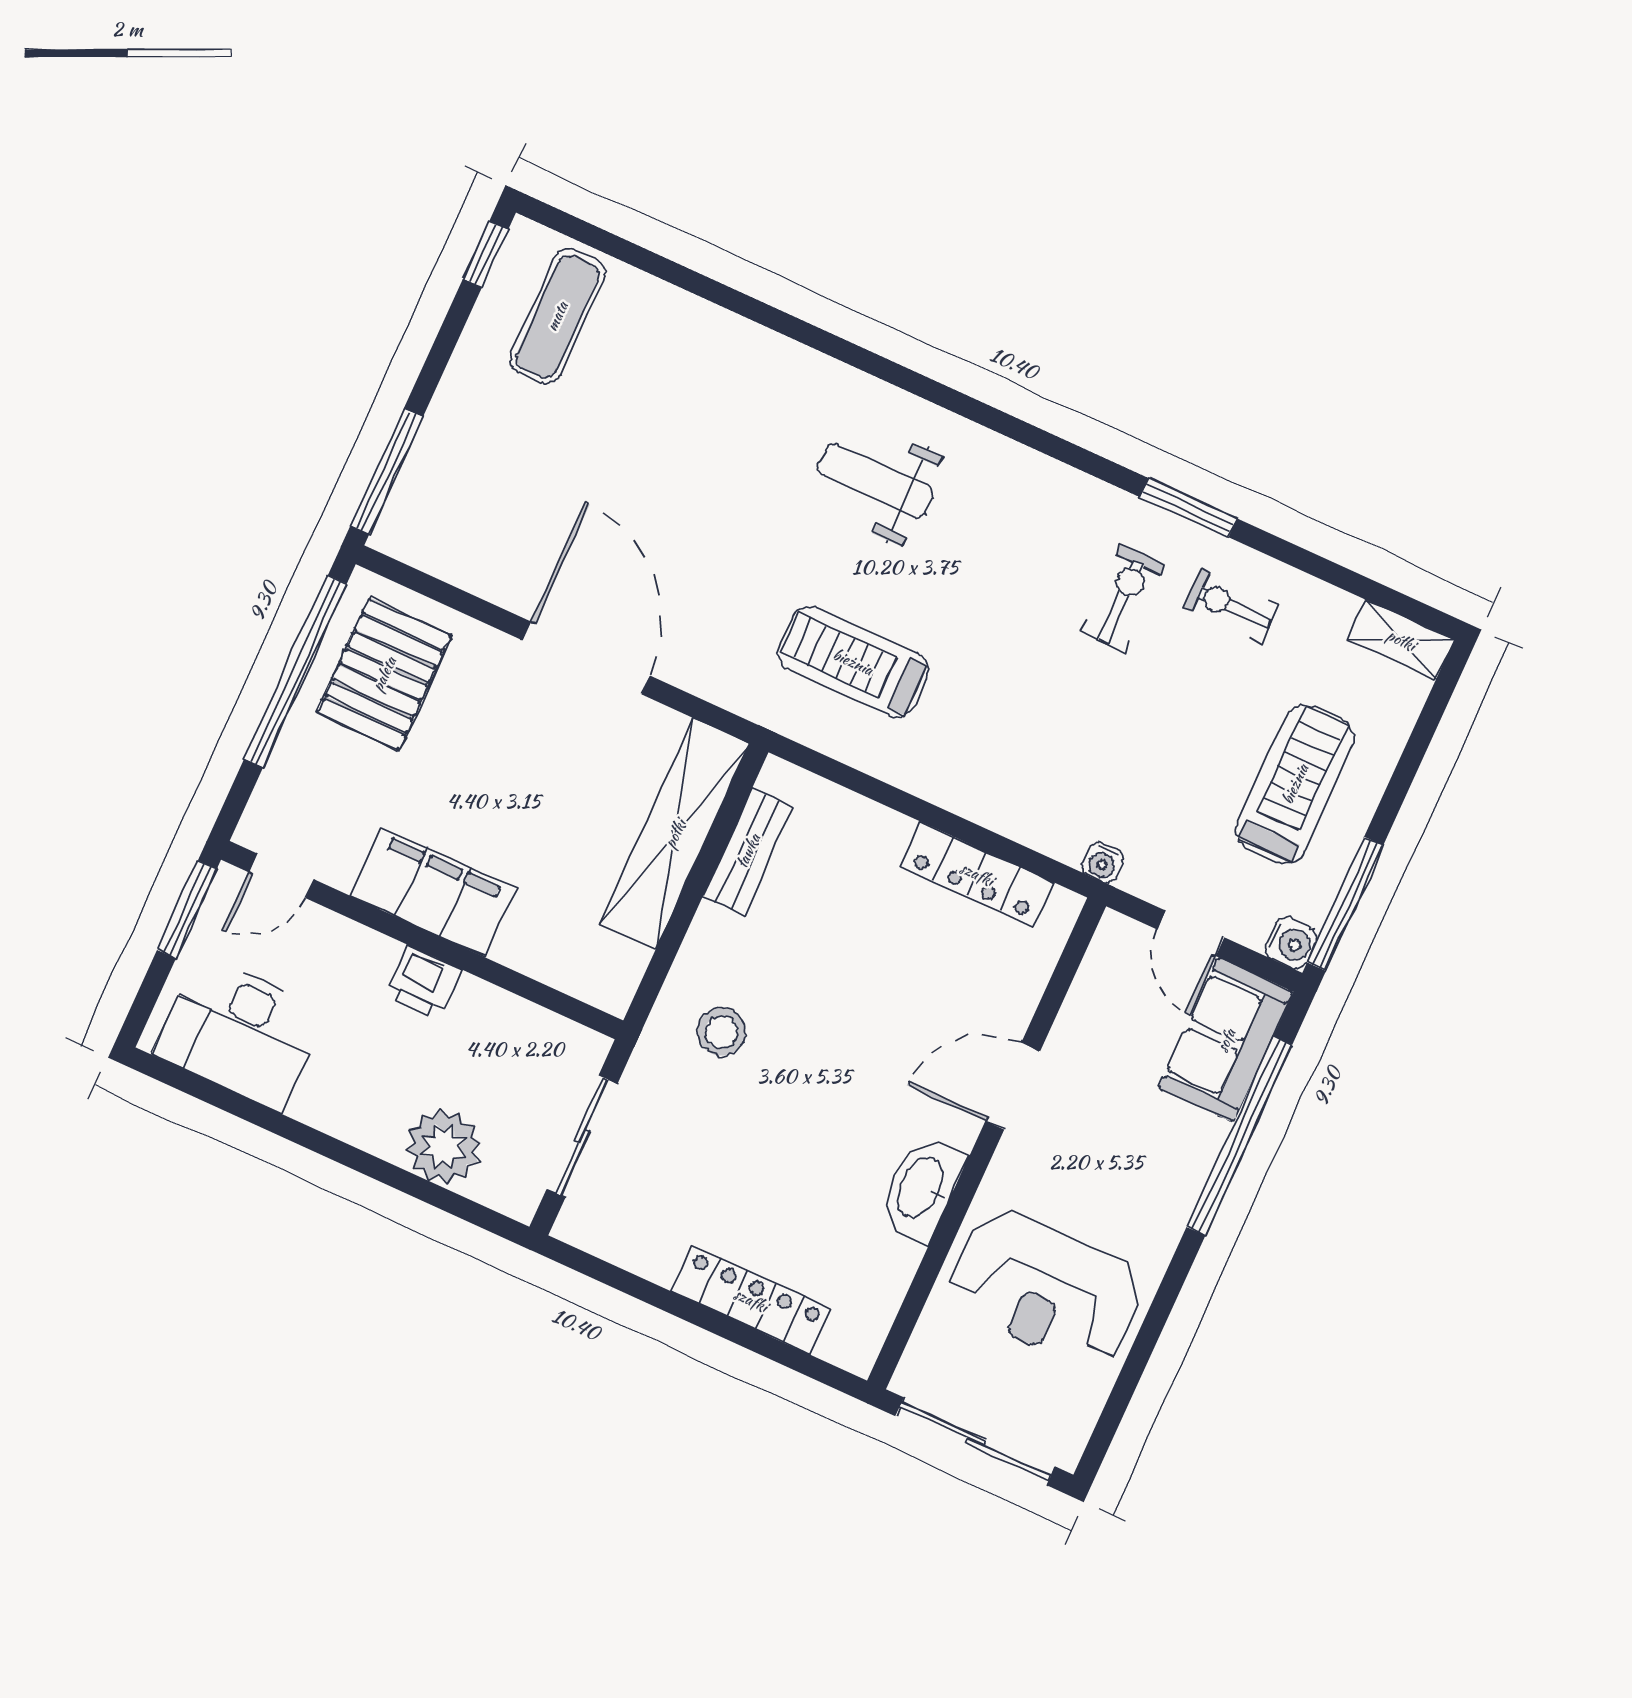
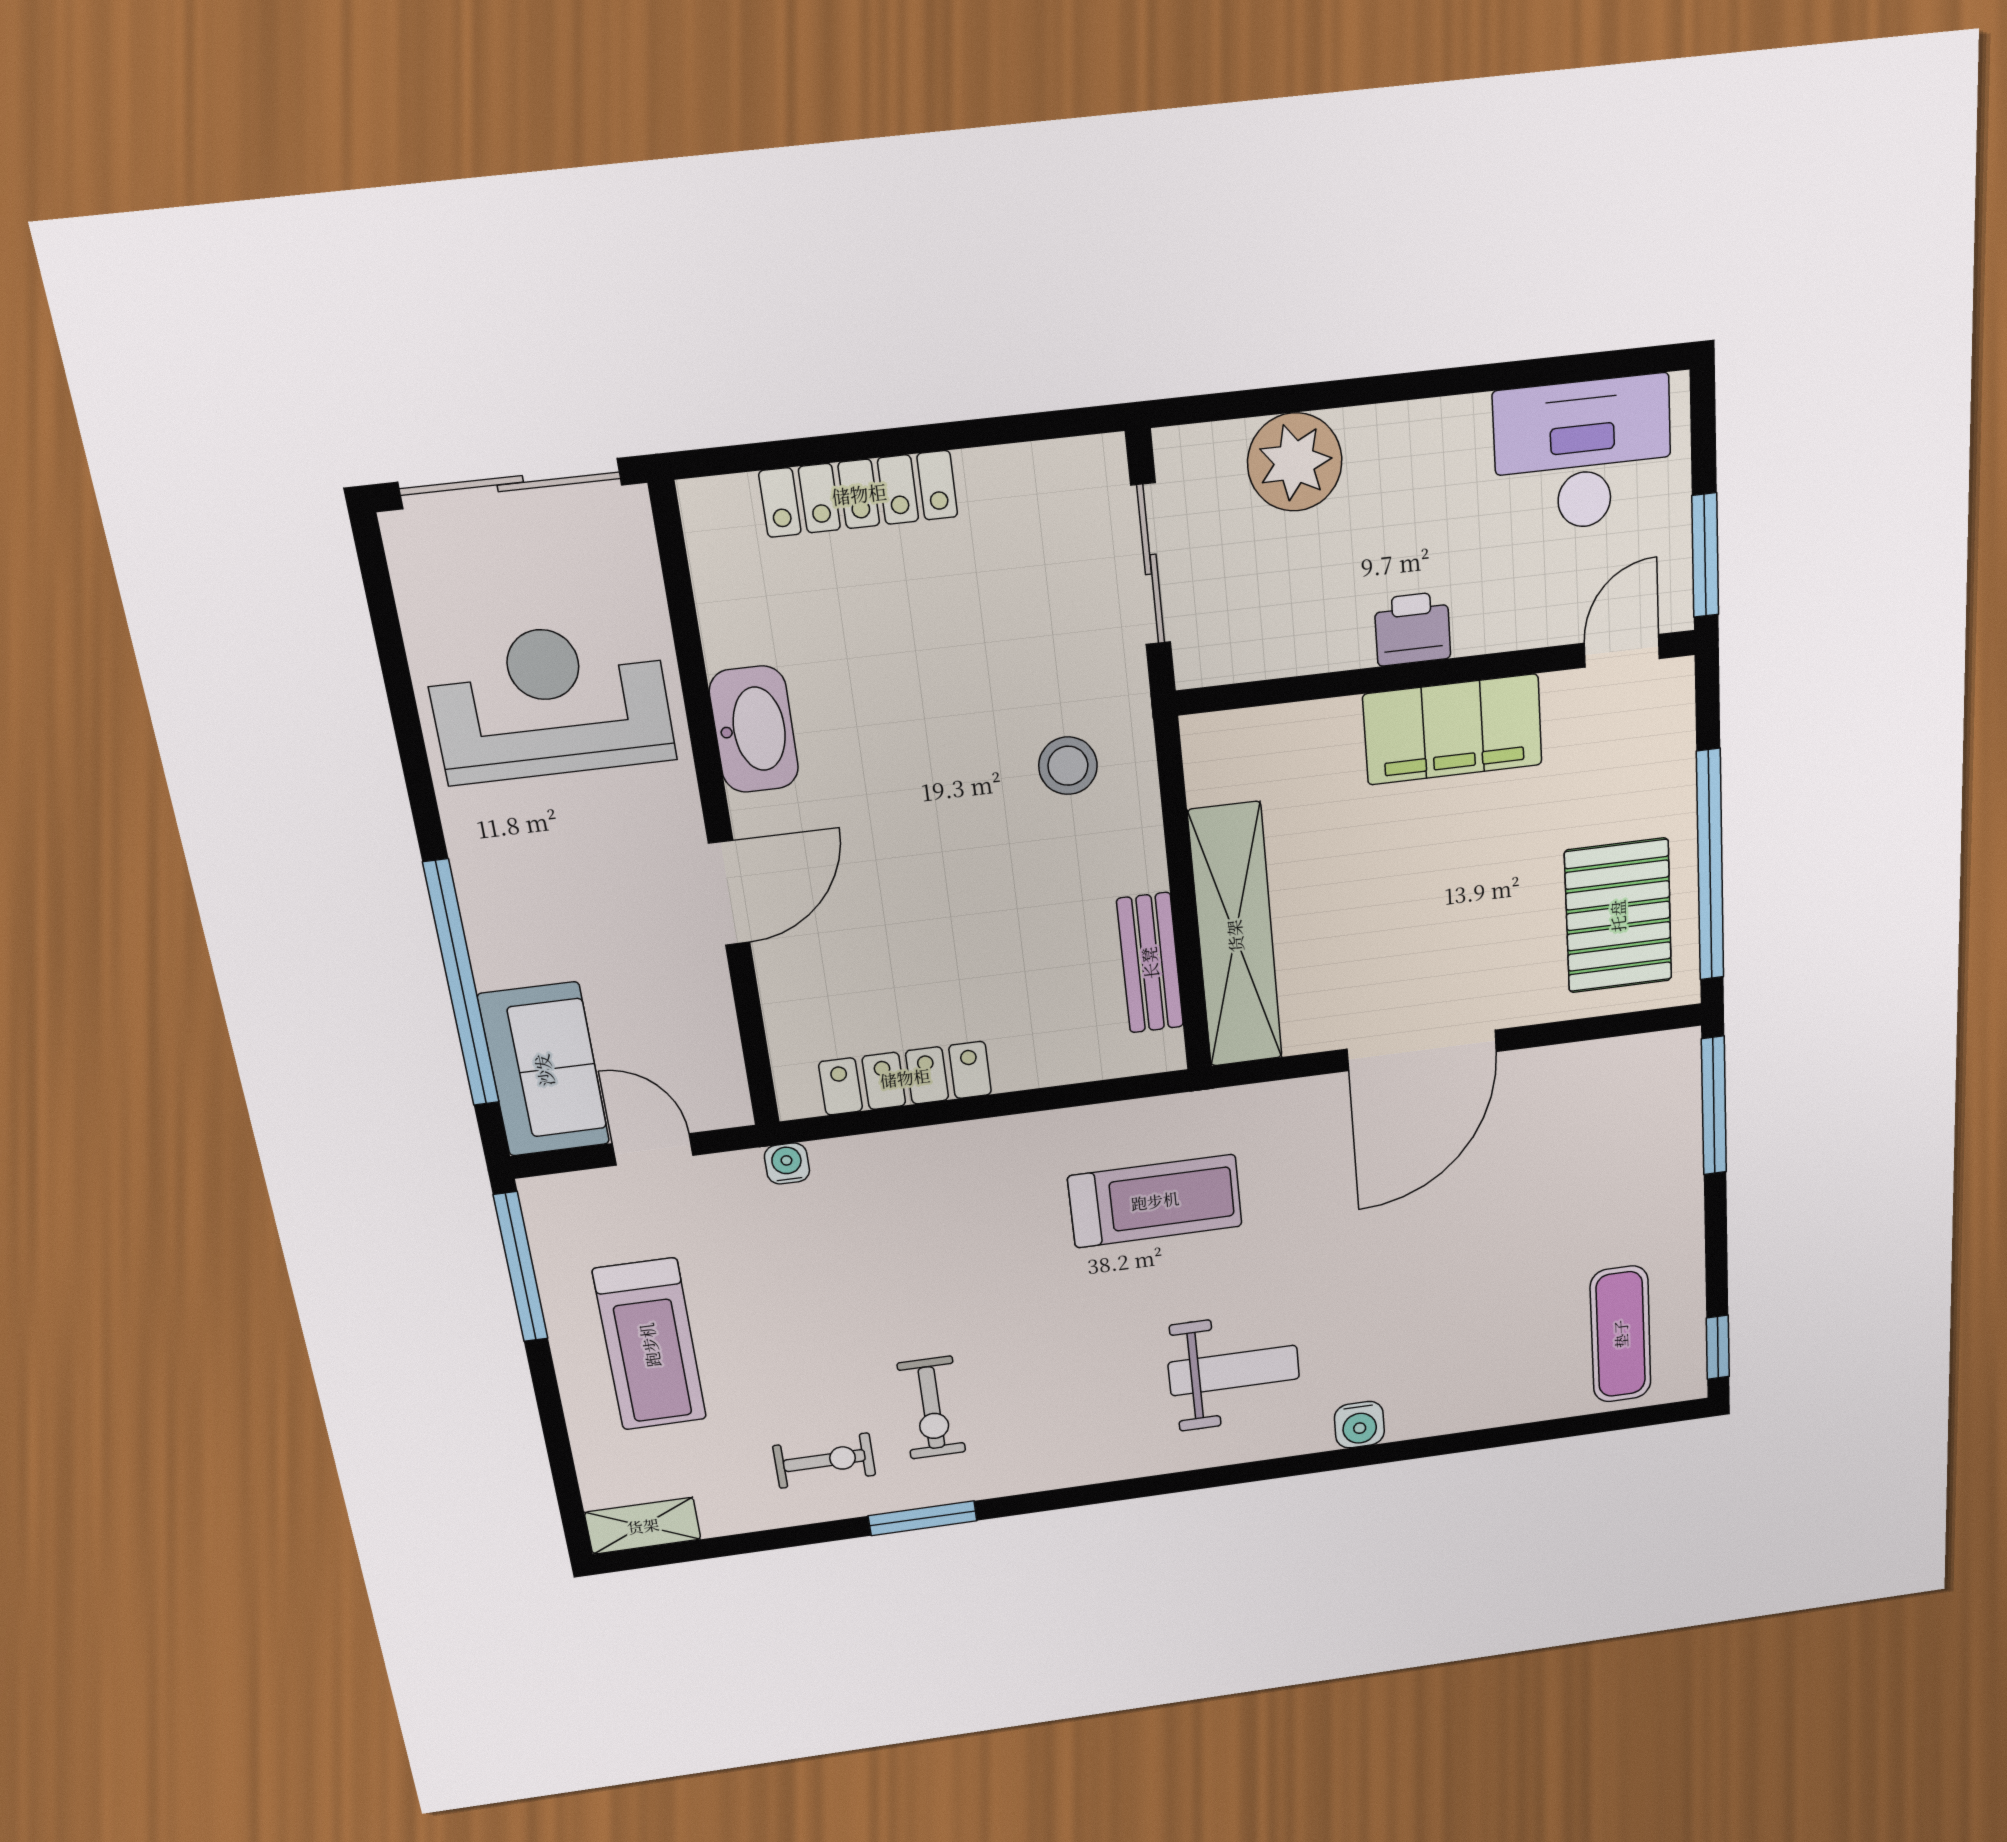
door: (586, 658) -> (1422, 1050), hinge flipped
water cooler: (1291, 943) -> (1359, 1425), moved, turned -90

